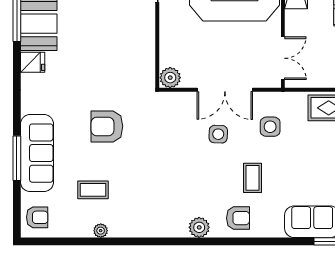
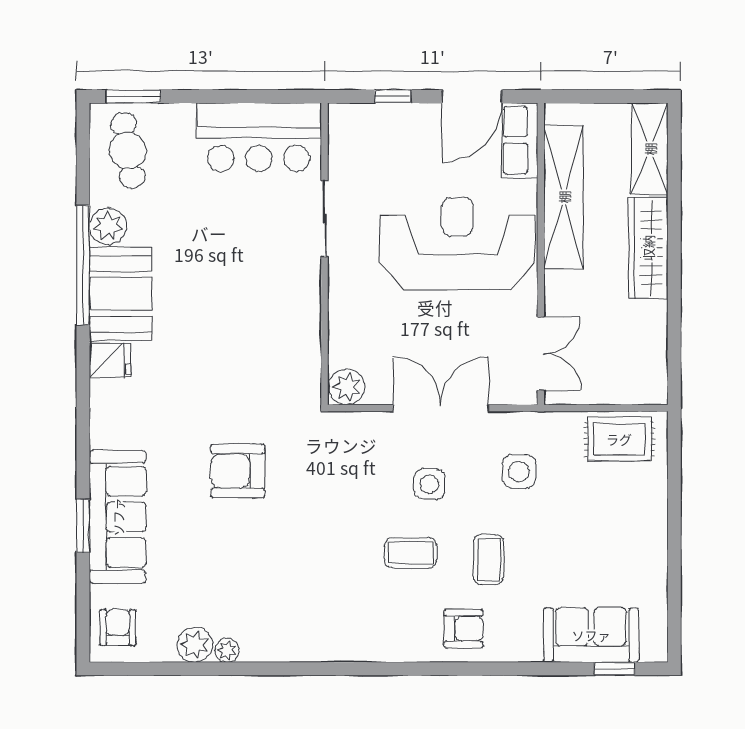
double door: (225, 90) -> (441, 408), swing flipped
window: (17, 158) -> (83, 526), width x0.69
coffee table: (93, 190) -> (411, 553), moved
armchair: (37, 217) -> (118, 627), turned -90
plant: (199, 227) -> (195, 645), moved

